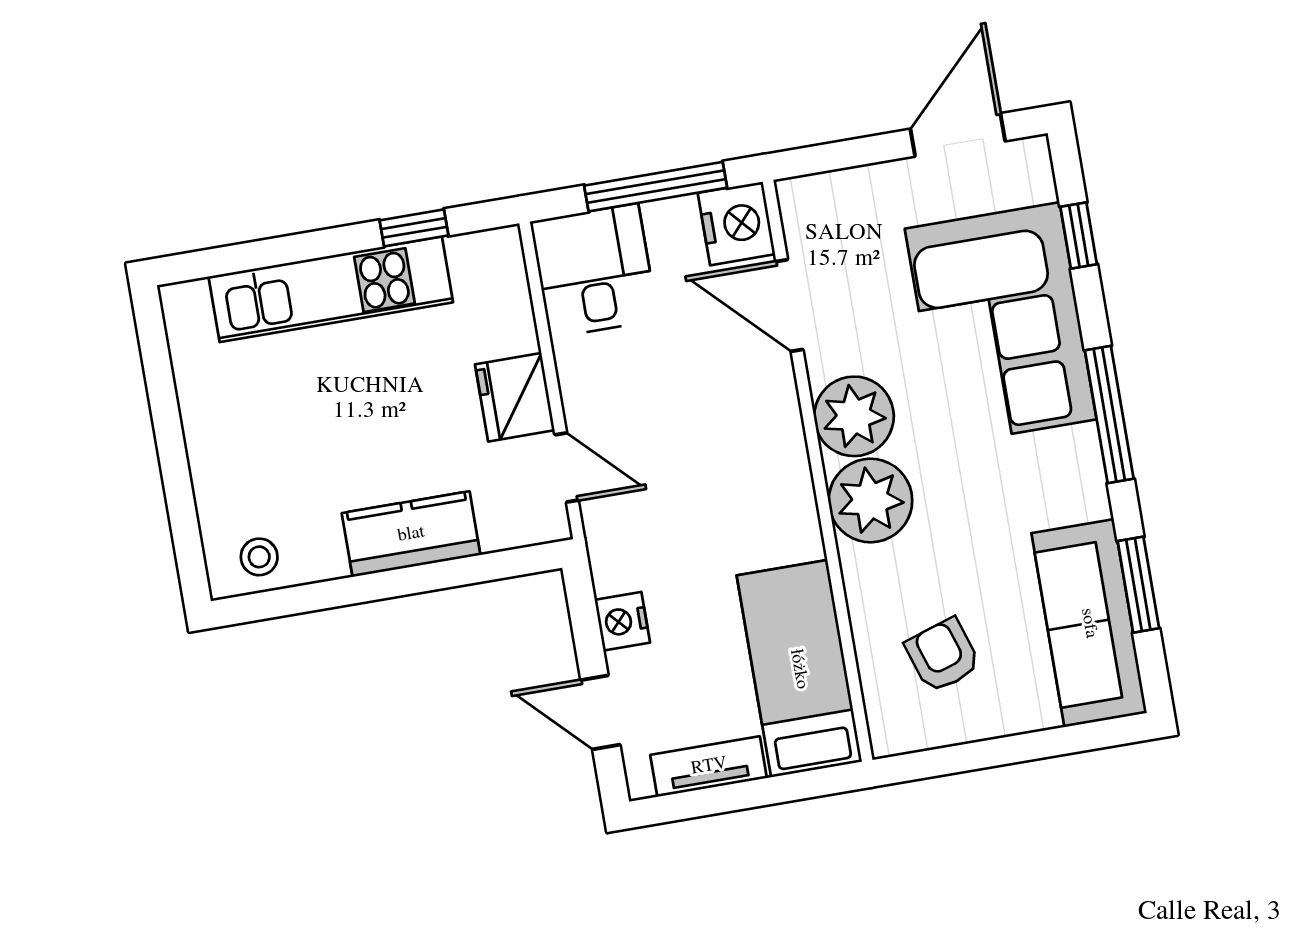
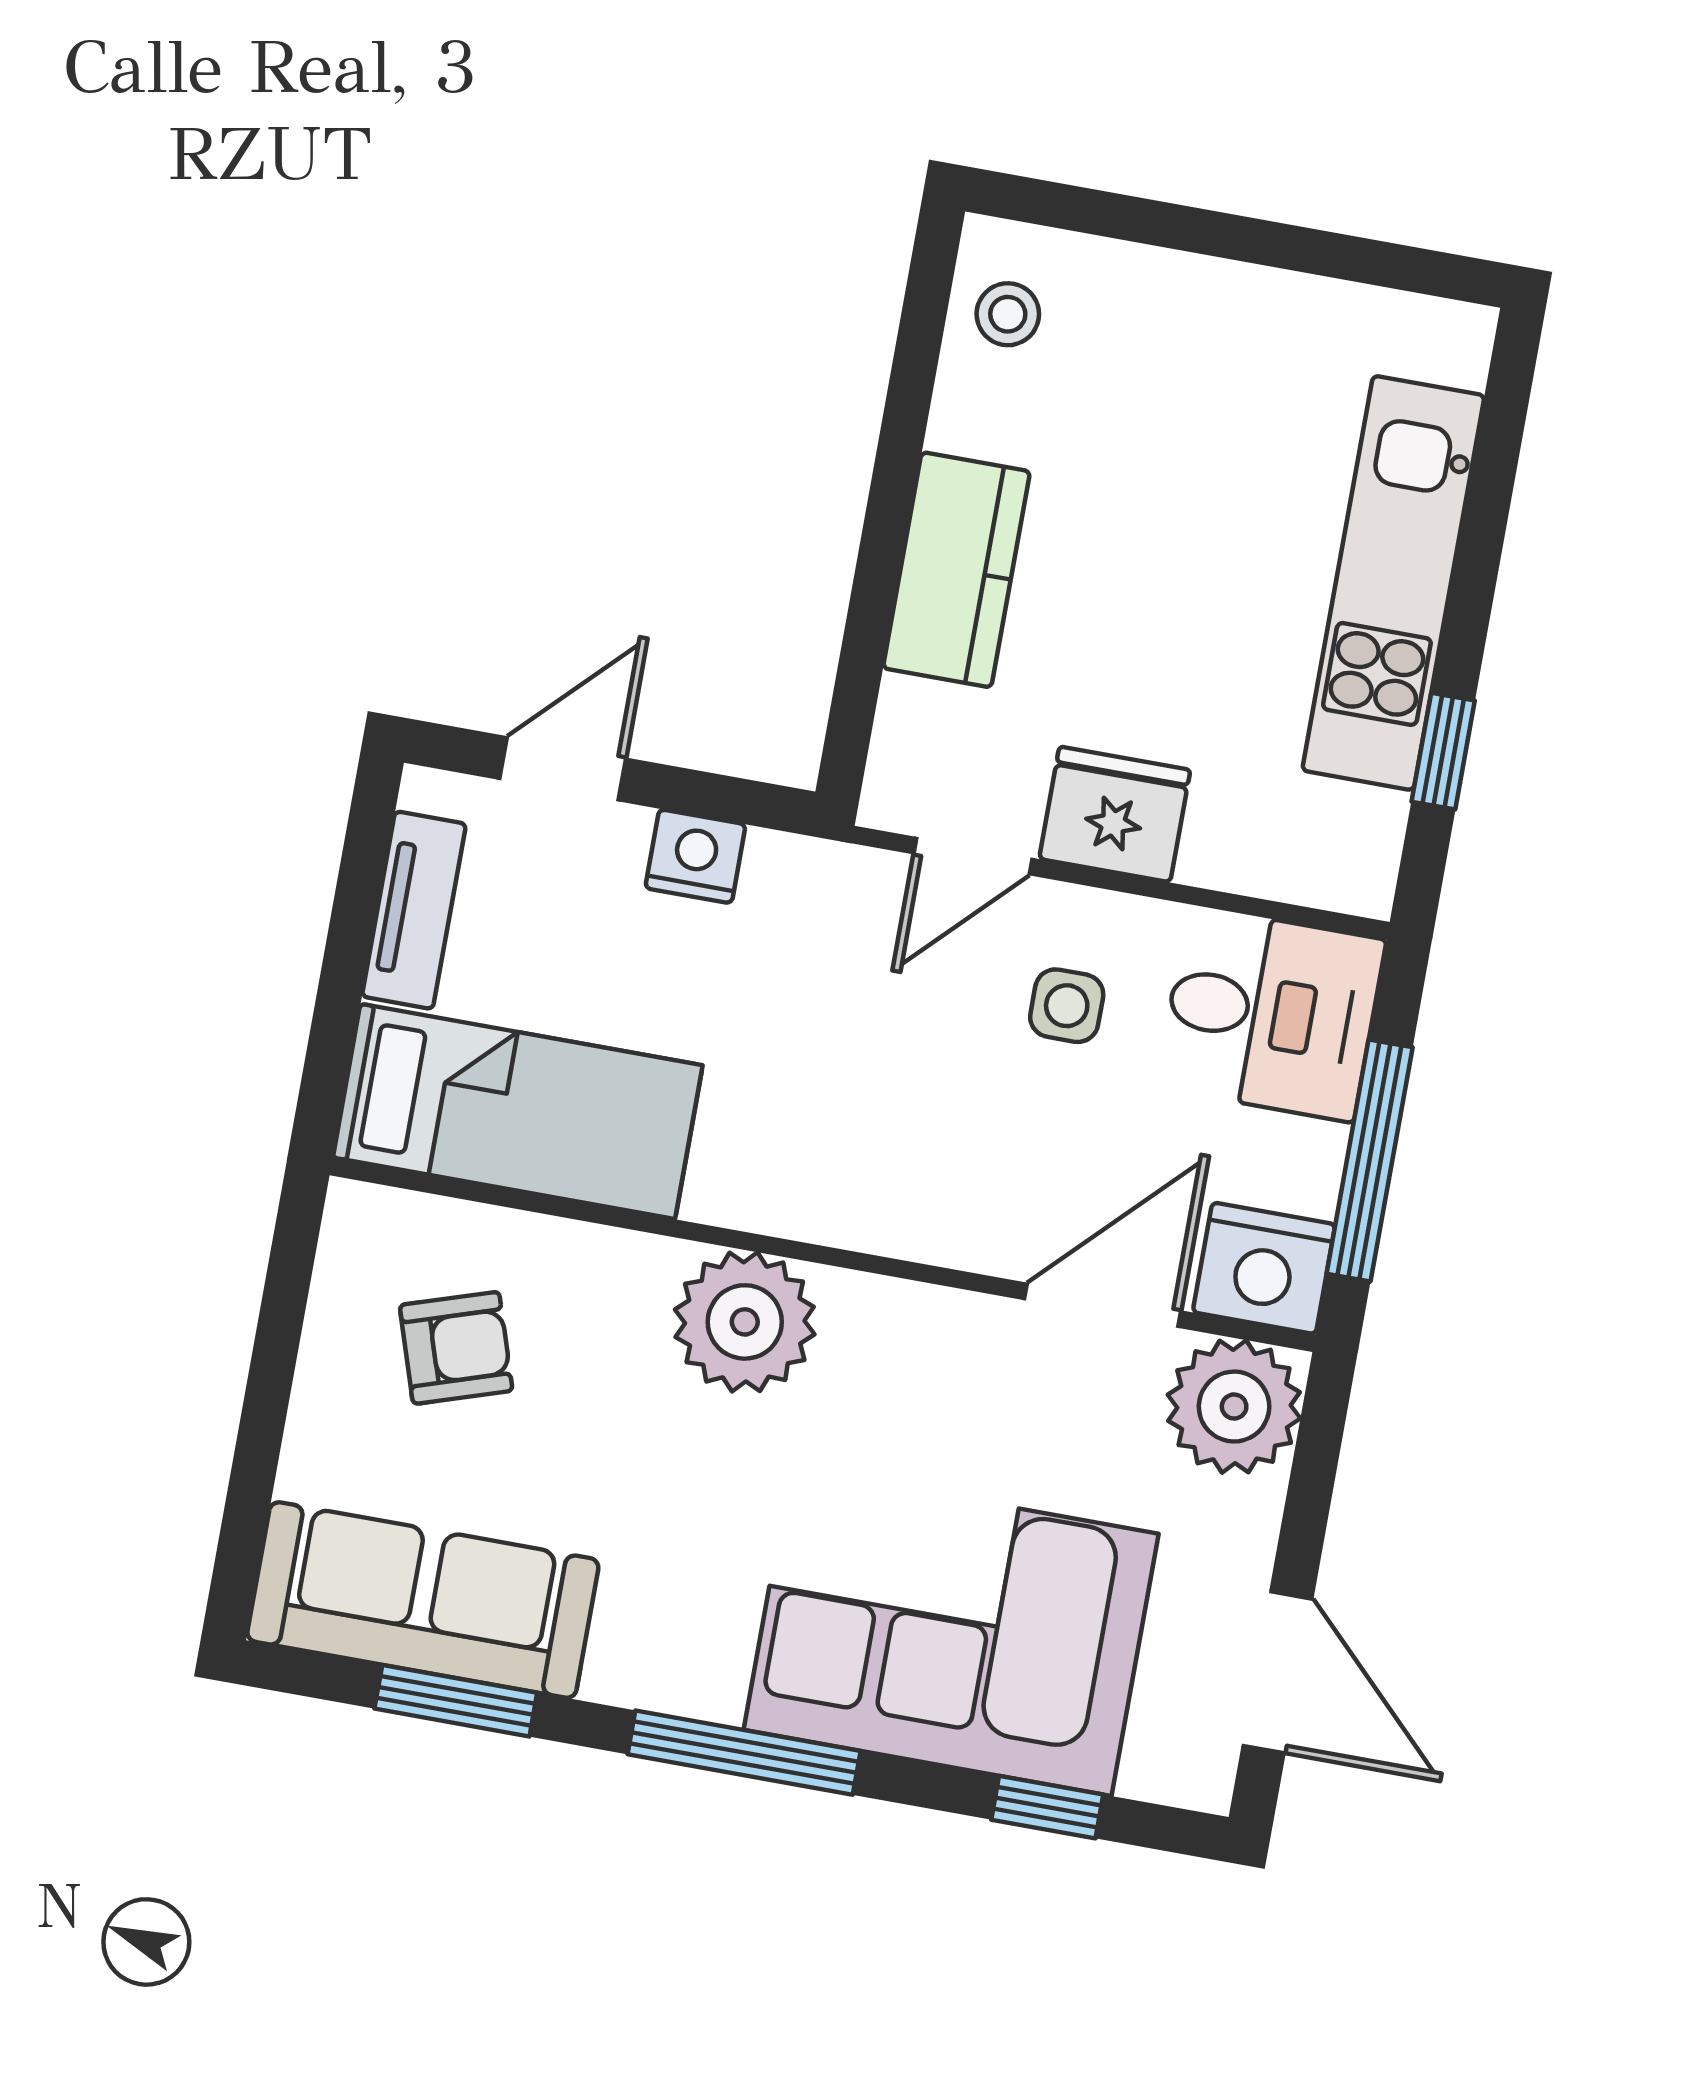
side table: (631, 386) -> (1067, 1006), added
plant: (854, 416) -> (1234, 1407), moved

